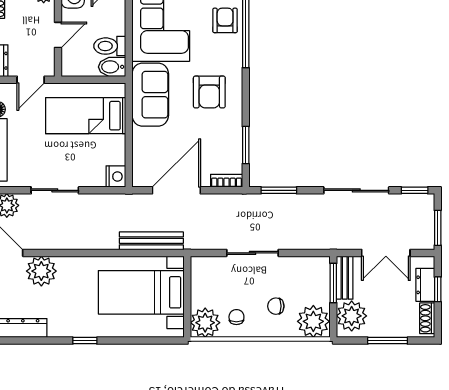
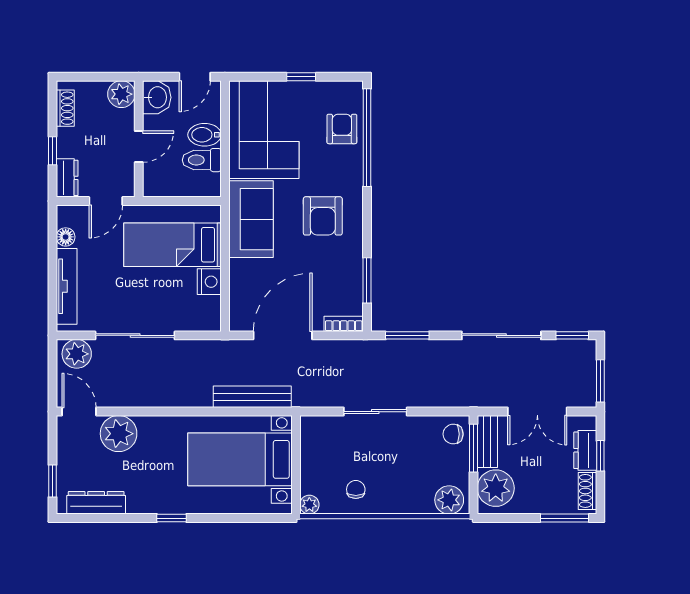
bidet: (112, 67) -> (205, 135), moved
nightstand: (116, 177) -> (209, 282), moved
sliding door: (55, 190) -> (135, 335), width x1.37
chair: (276, 306) -> (453, 434), moved
plant: (313, 321) -> (449, 500), width x0.73, depth x0.73
plant: (205, 323) -> (309, 505), width x0.53, depth x0.53
window: (388, 341) -> (564, 518), moved

